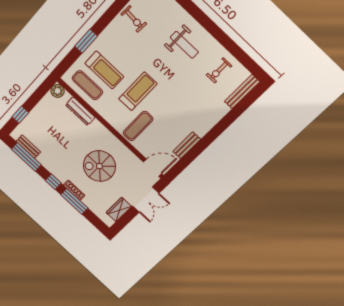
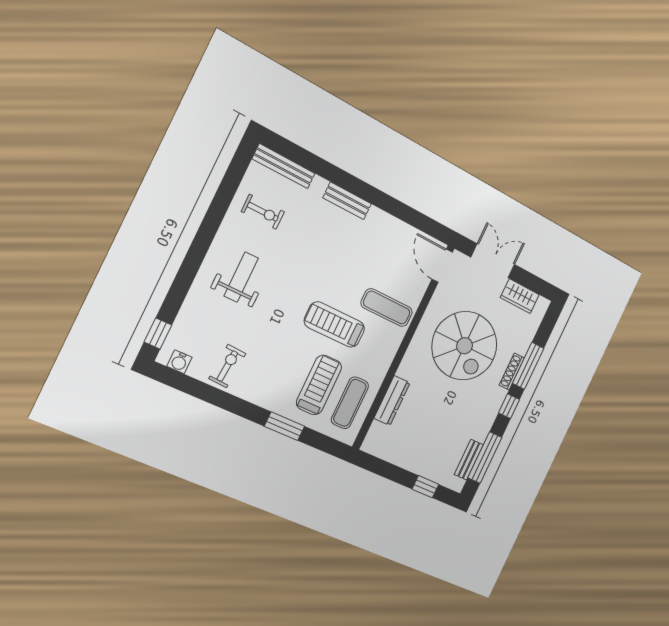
plant: (58, 91) -> (373, 444), removed
bench: (187, 145) -> (347, 201), moved
spiral stairs: (99, 166) -> (465, 346), width x1.37, depth x1.37

